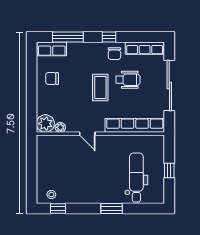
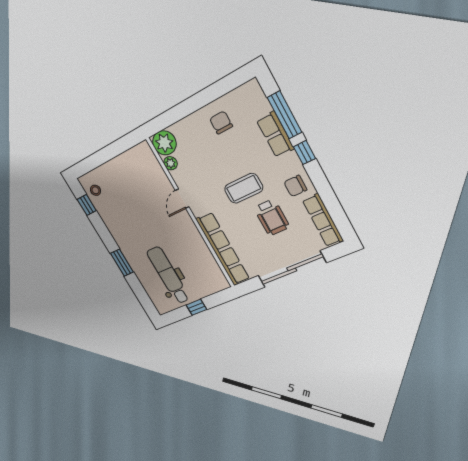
window: (109, 37) -> (305, 153), moved
row of seats: (52, 49) -> (275, 135), moved
dental chair: (136, 178) -> (168, 275), turned -90

